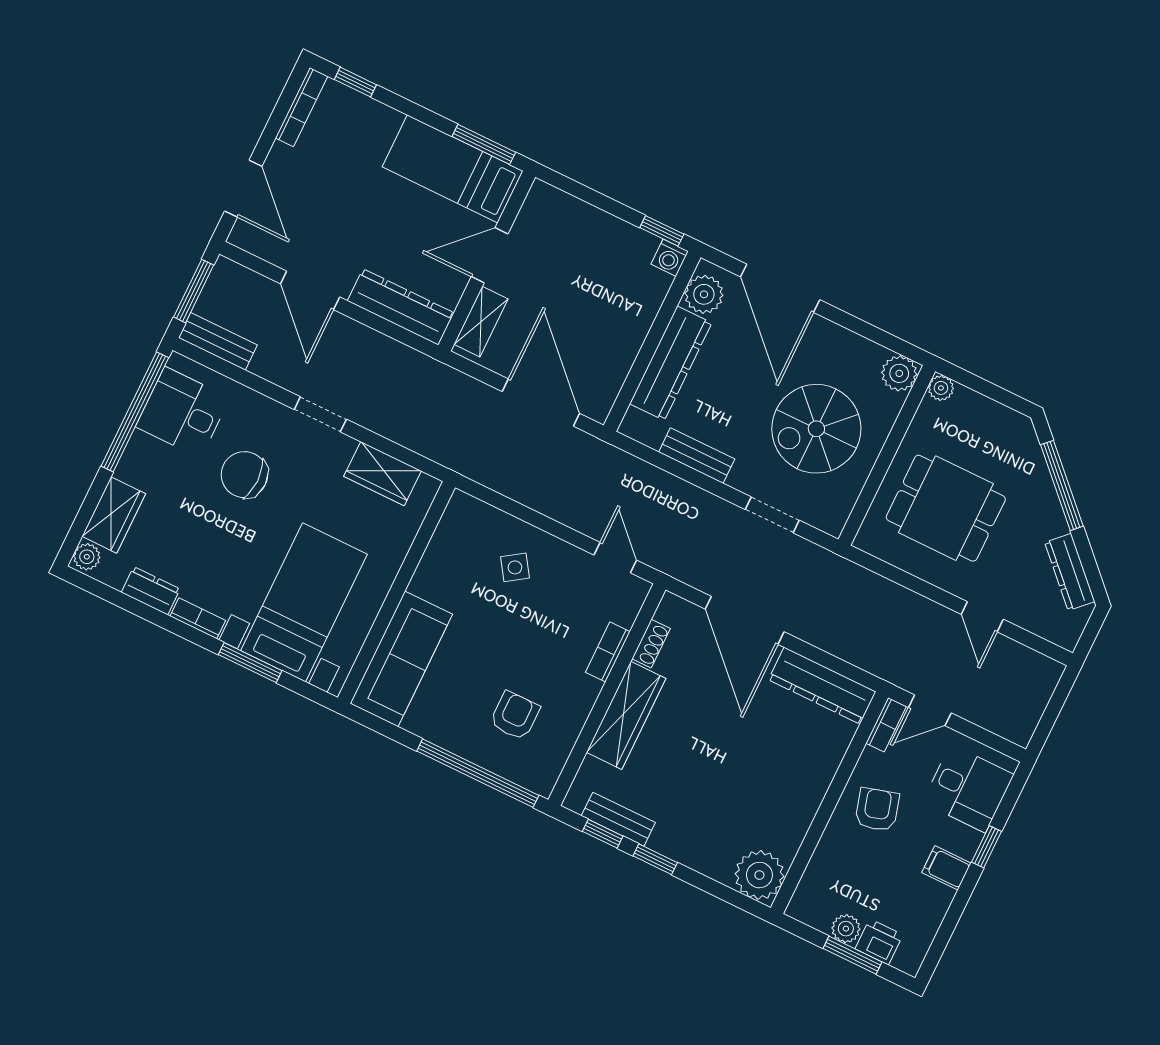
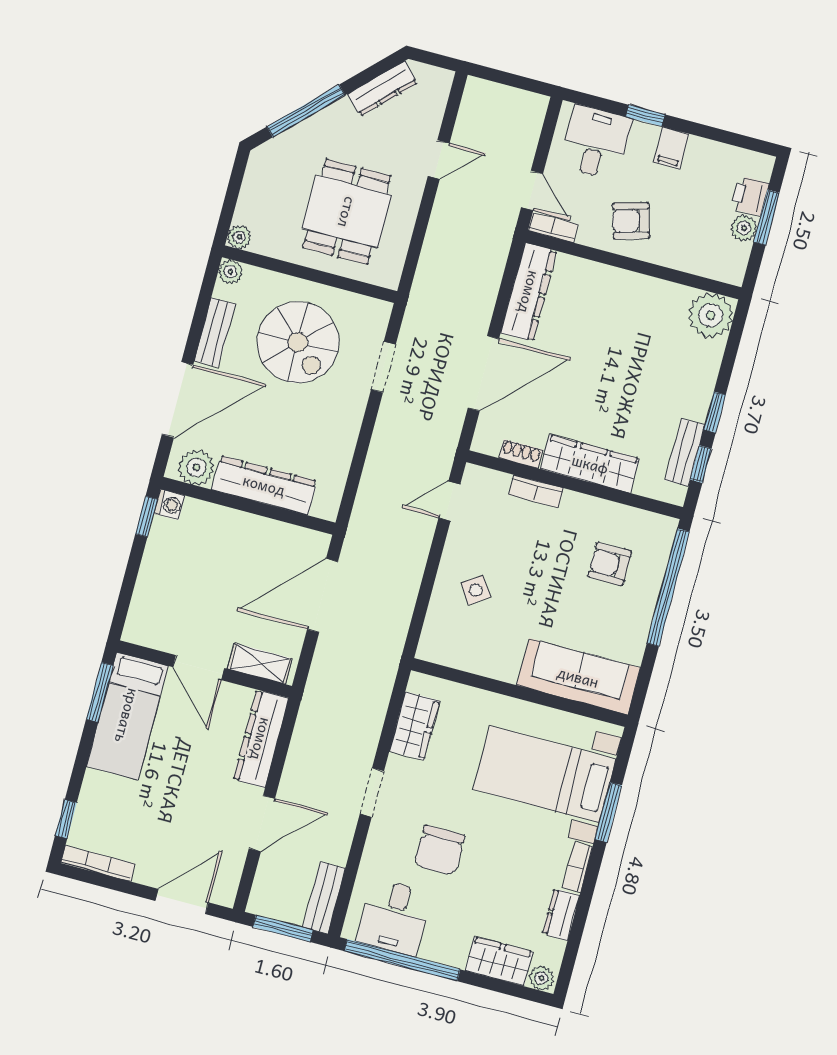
plant: (899, 373) -> (230, 272), width x0.73, depth x0.73
bench: (697, 456) -> (215, 332), moved

